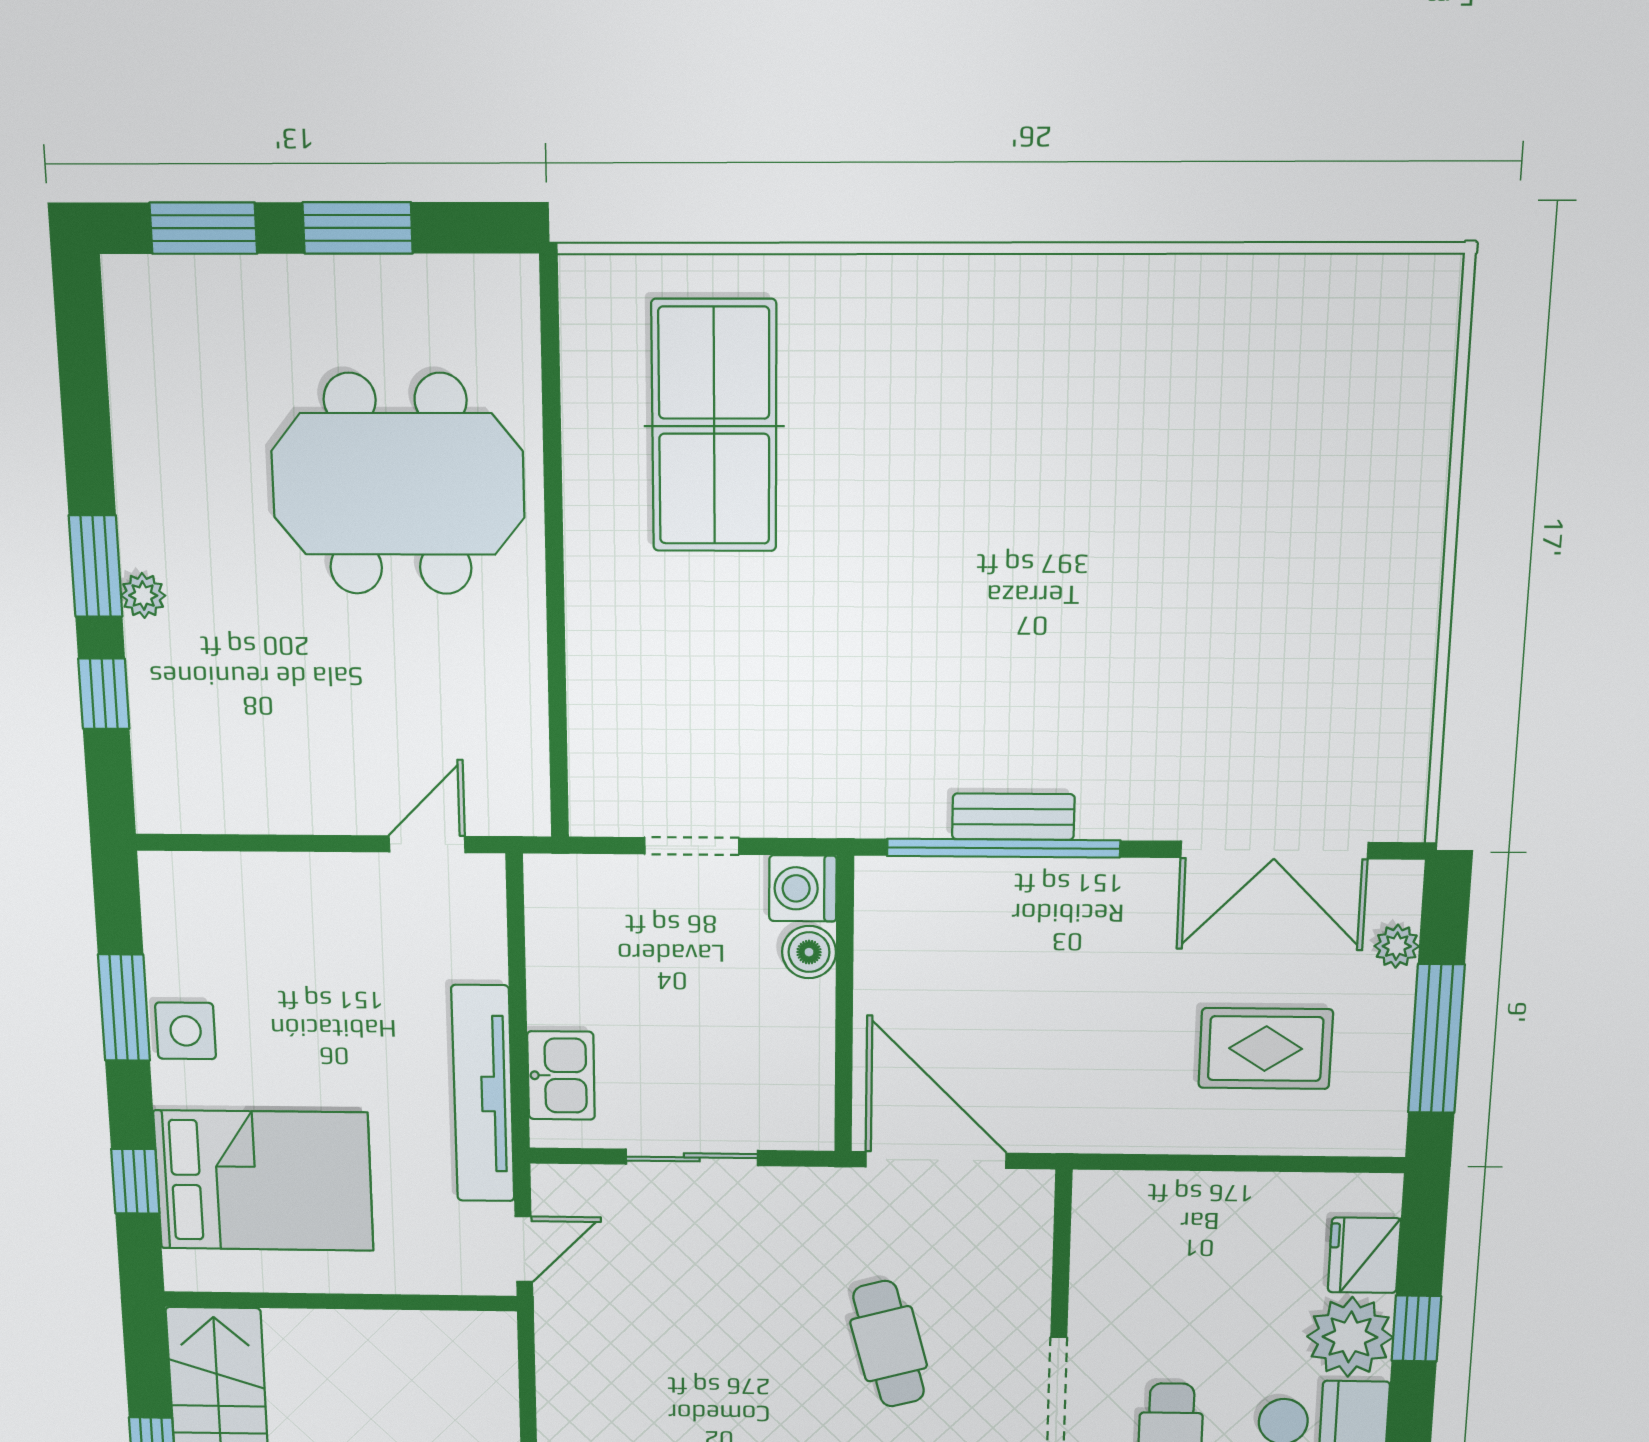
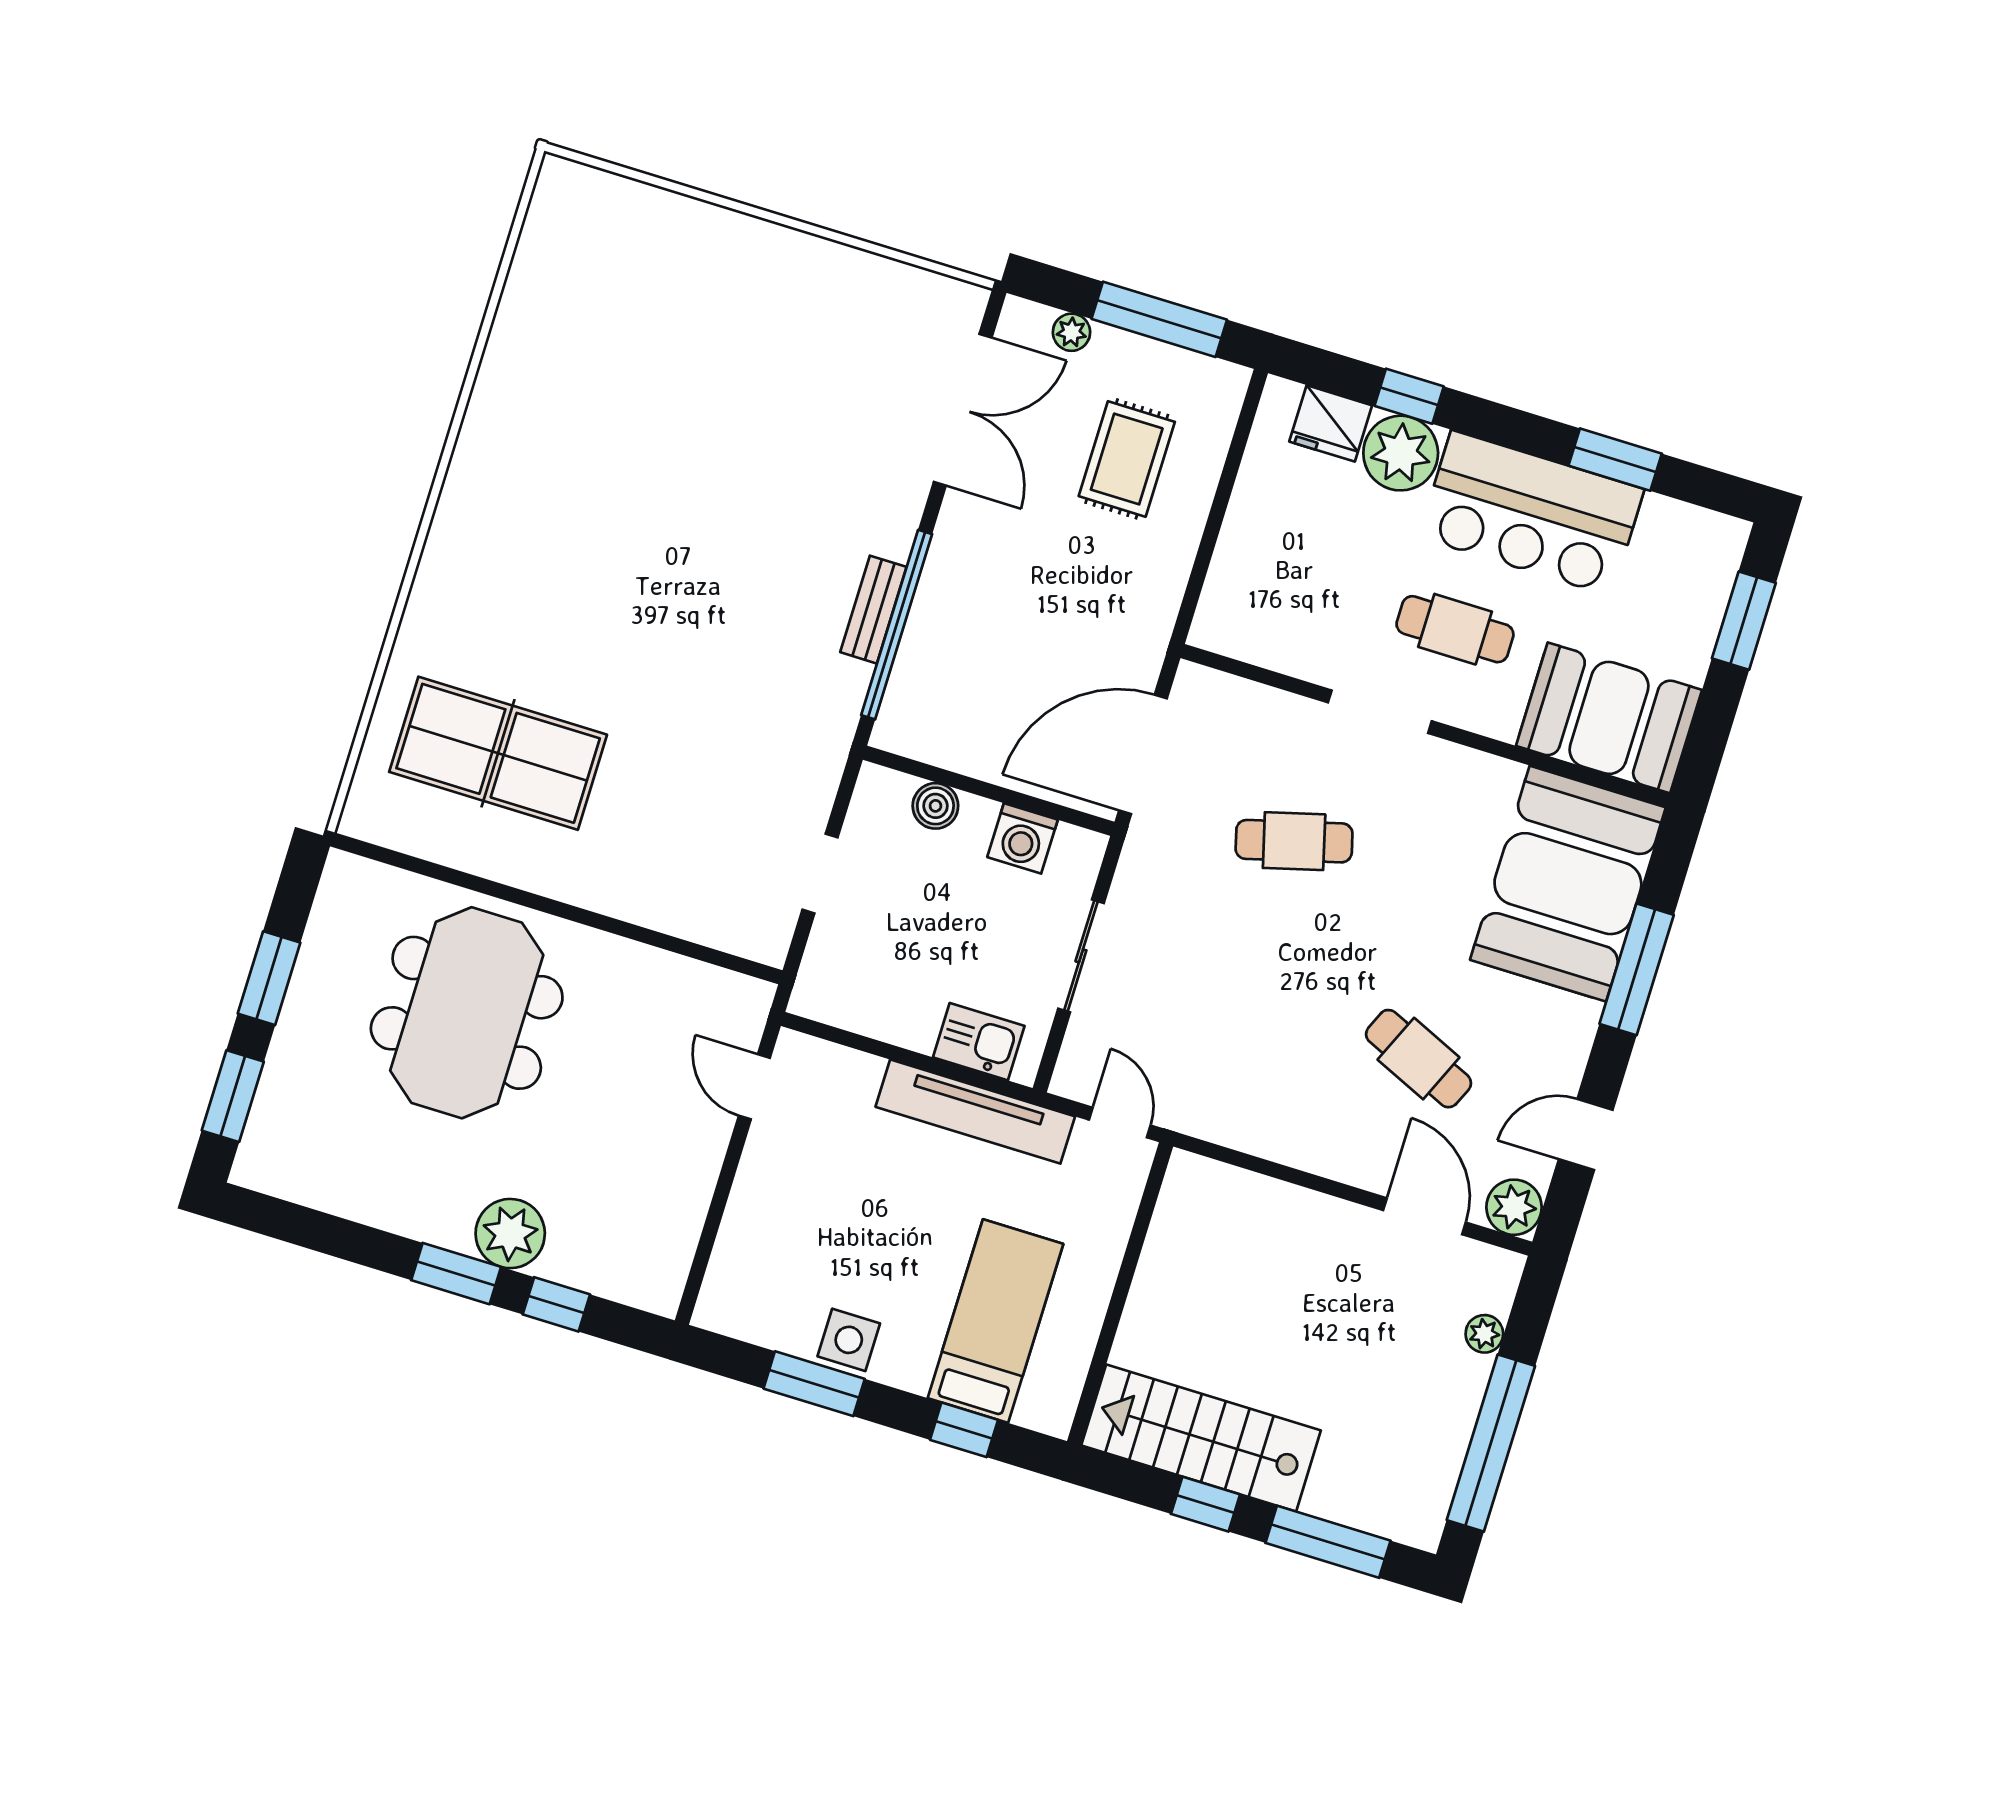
plant: (143, 596) -> (510, 1234), width x1.88, depth x1.88
washing machine: (803, 888) -> (1022, 838), moved
bed: (264, 1181) -> (995, 1321), width x0.67

